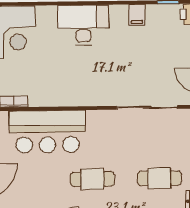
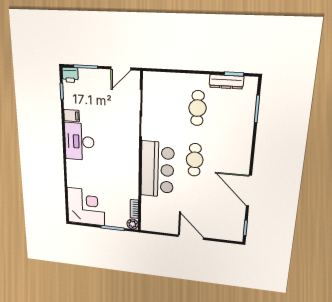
desk: (83, 25) -> (79, 142), moved
bar counter: (47, 132) -> (157, 170), moved

